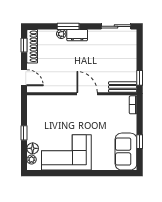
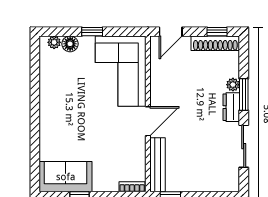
sliding door: (116, 26) -> (244, 146), moved
bench: (123, 87) -> (157, 165), width x1.36
corner sofa: (66, 152) -> (121, 71), moved, turned 180

